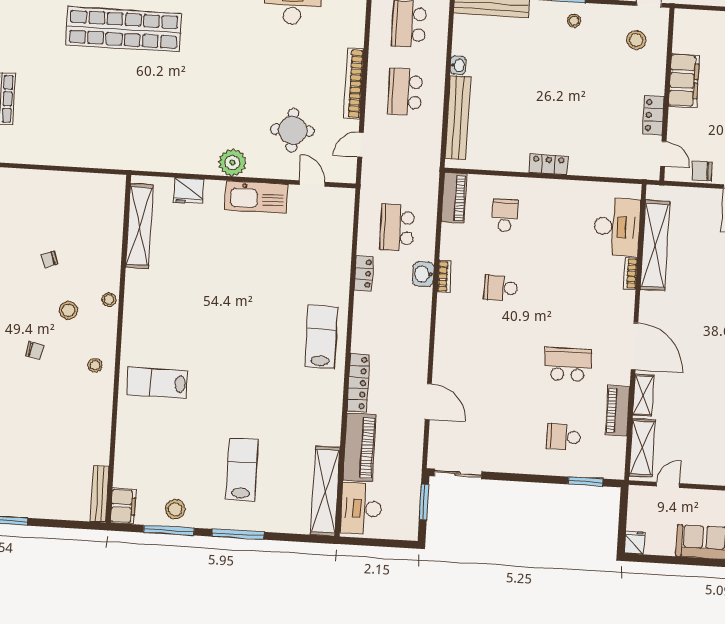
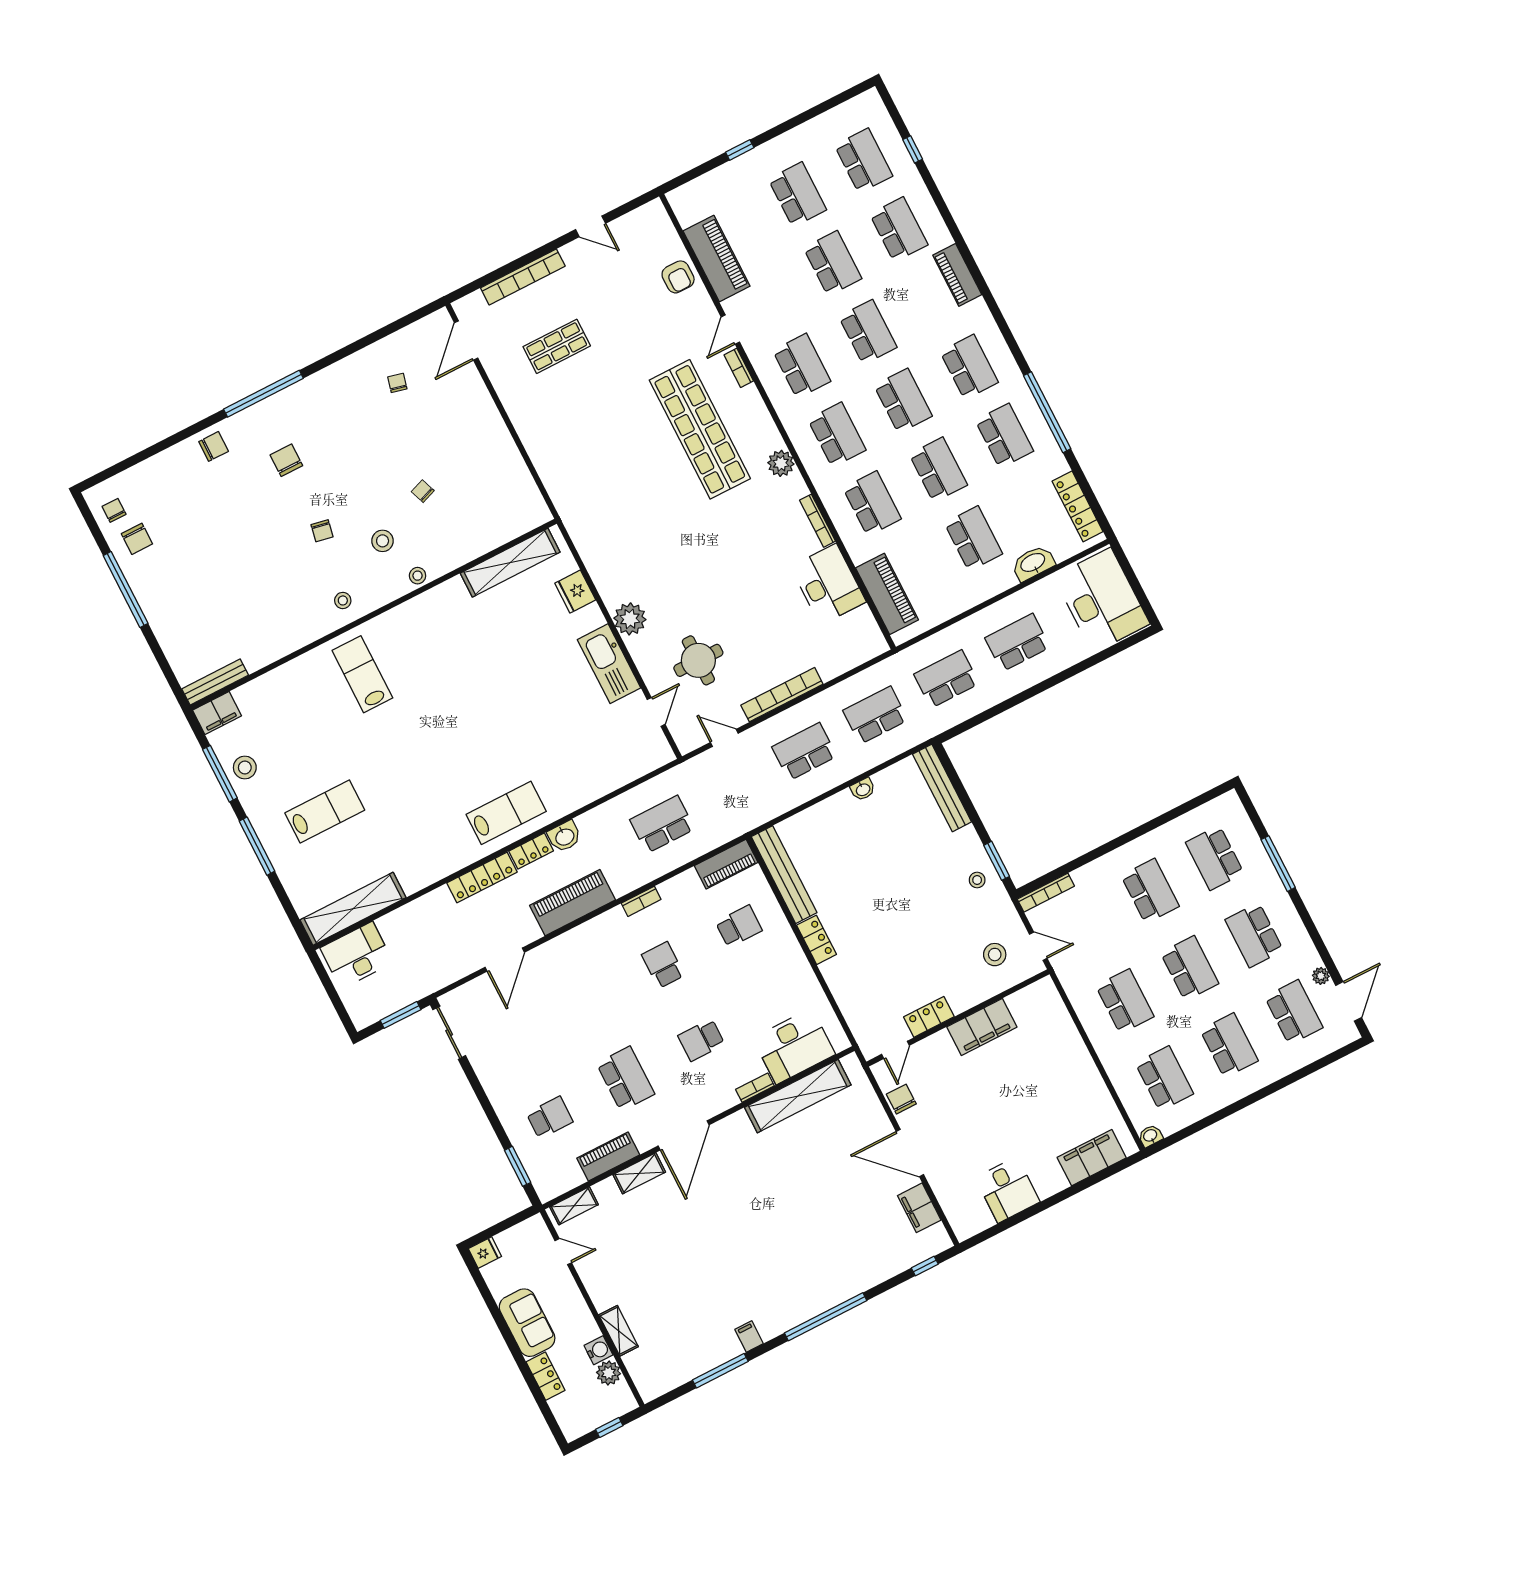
bench: (458, 118) -> (784, 875), moved, turned 90
locker: (364, 273) -> (531, 851), moved
washbasin: (423, 274) -> (564, 836), moved, turned 180
school desk: (572, 292) -> (701, 1040), added
school desk: (564, 437) -> (550, 1118), turned 90
piano: (359, 447) -> (572, 903), moved, turned 180
shelving: (642, 448) -> (574, 1206), width x0.67, depth x0.75

